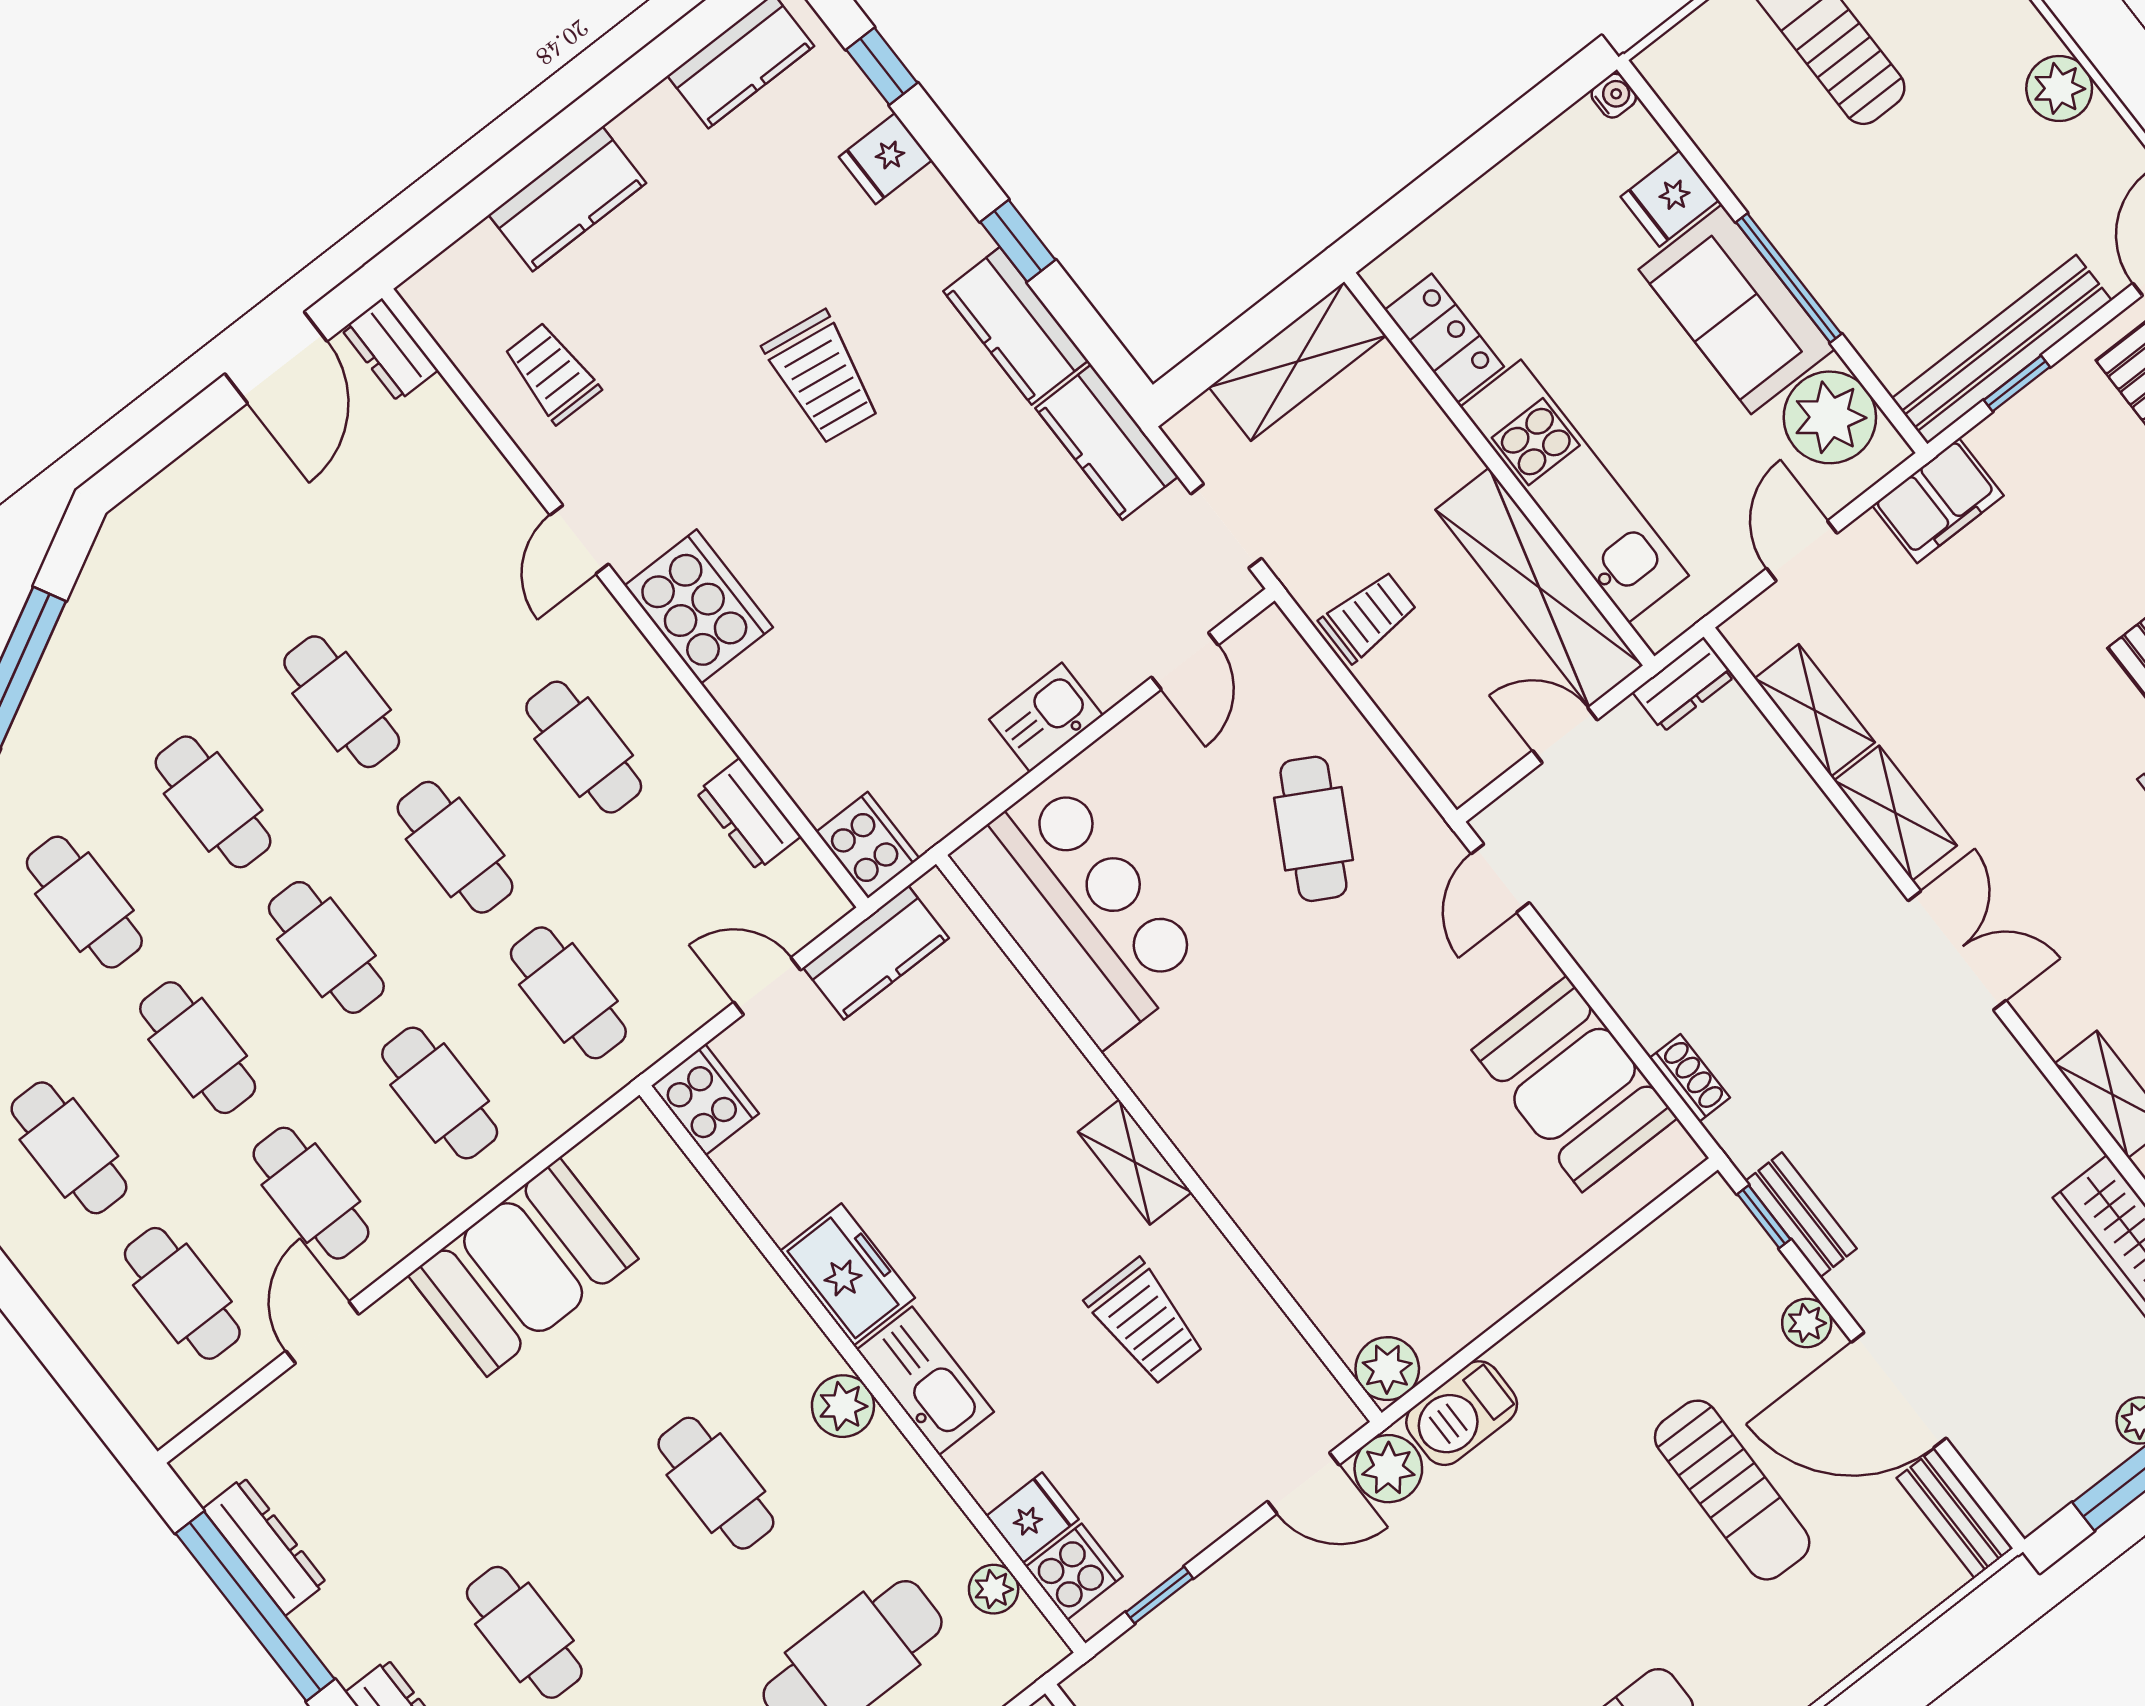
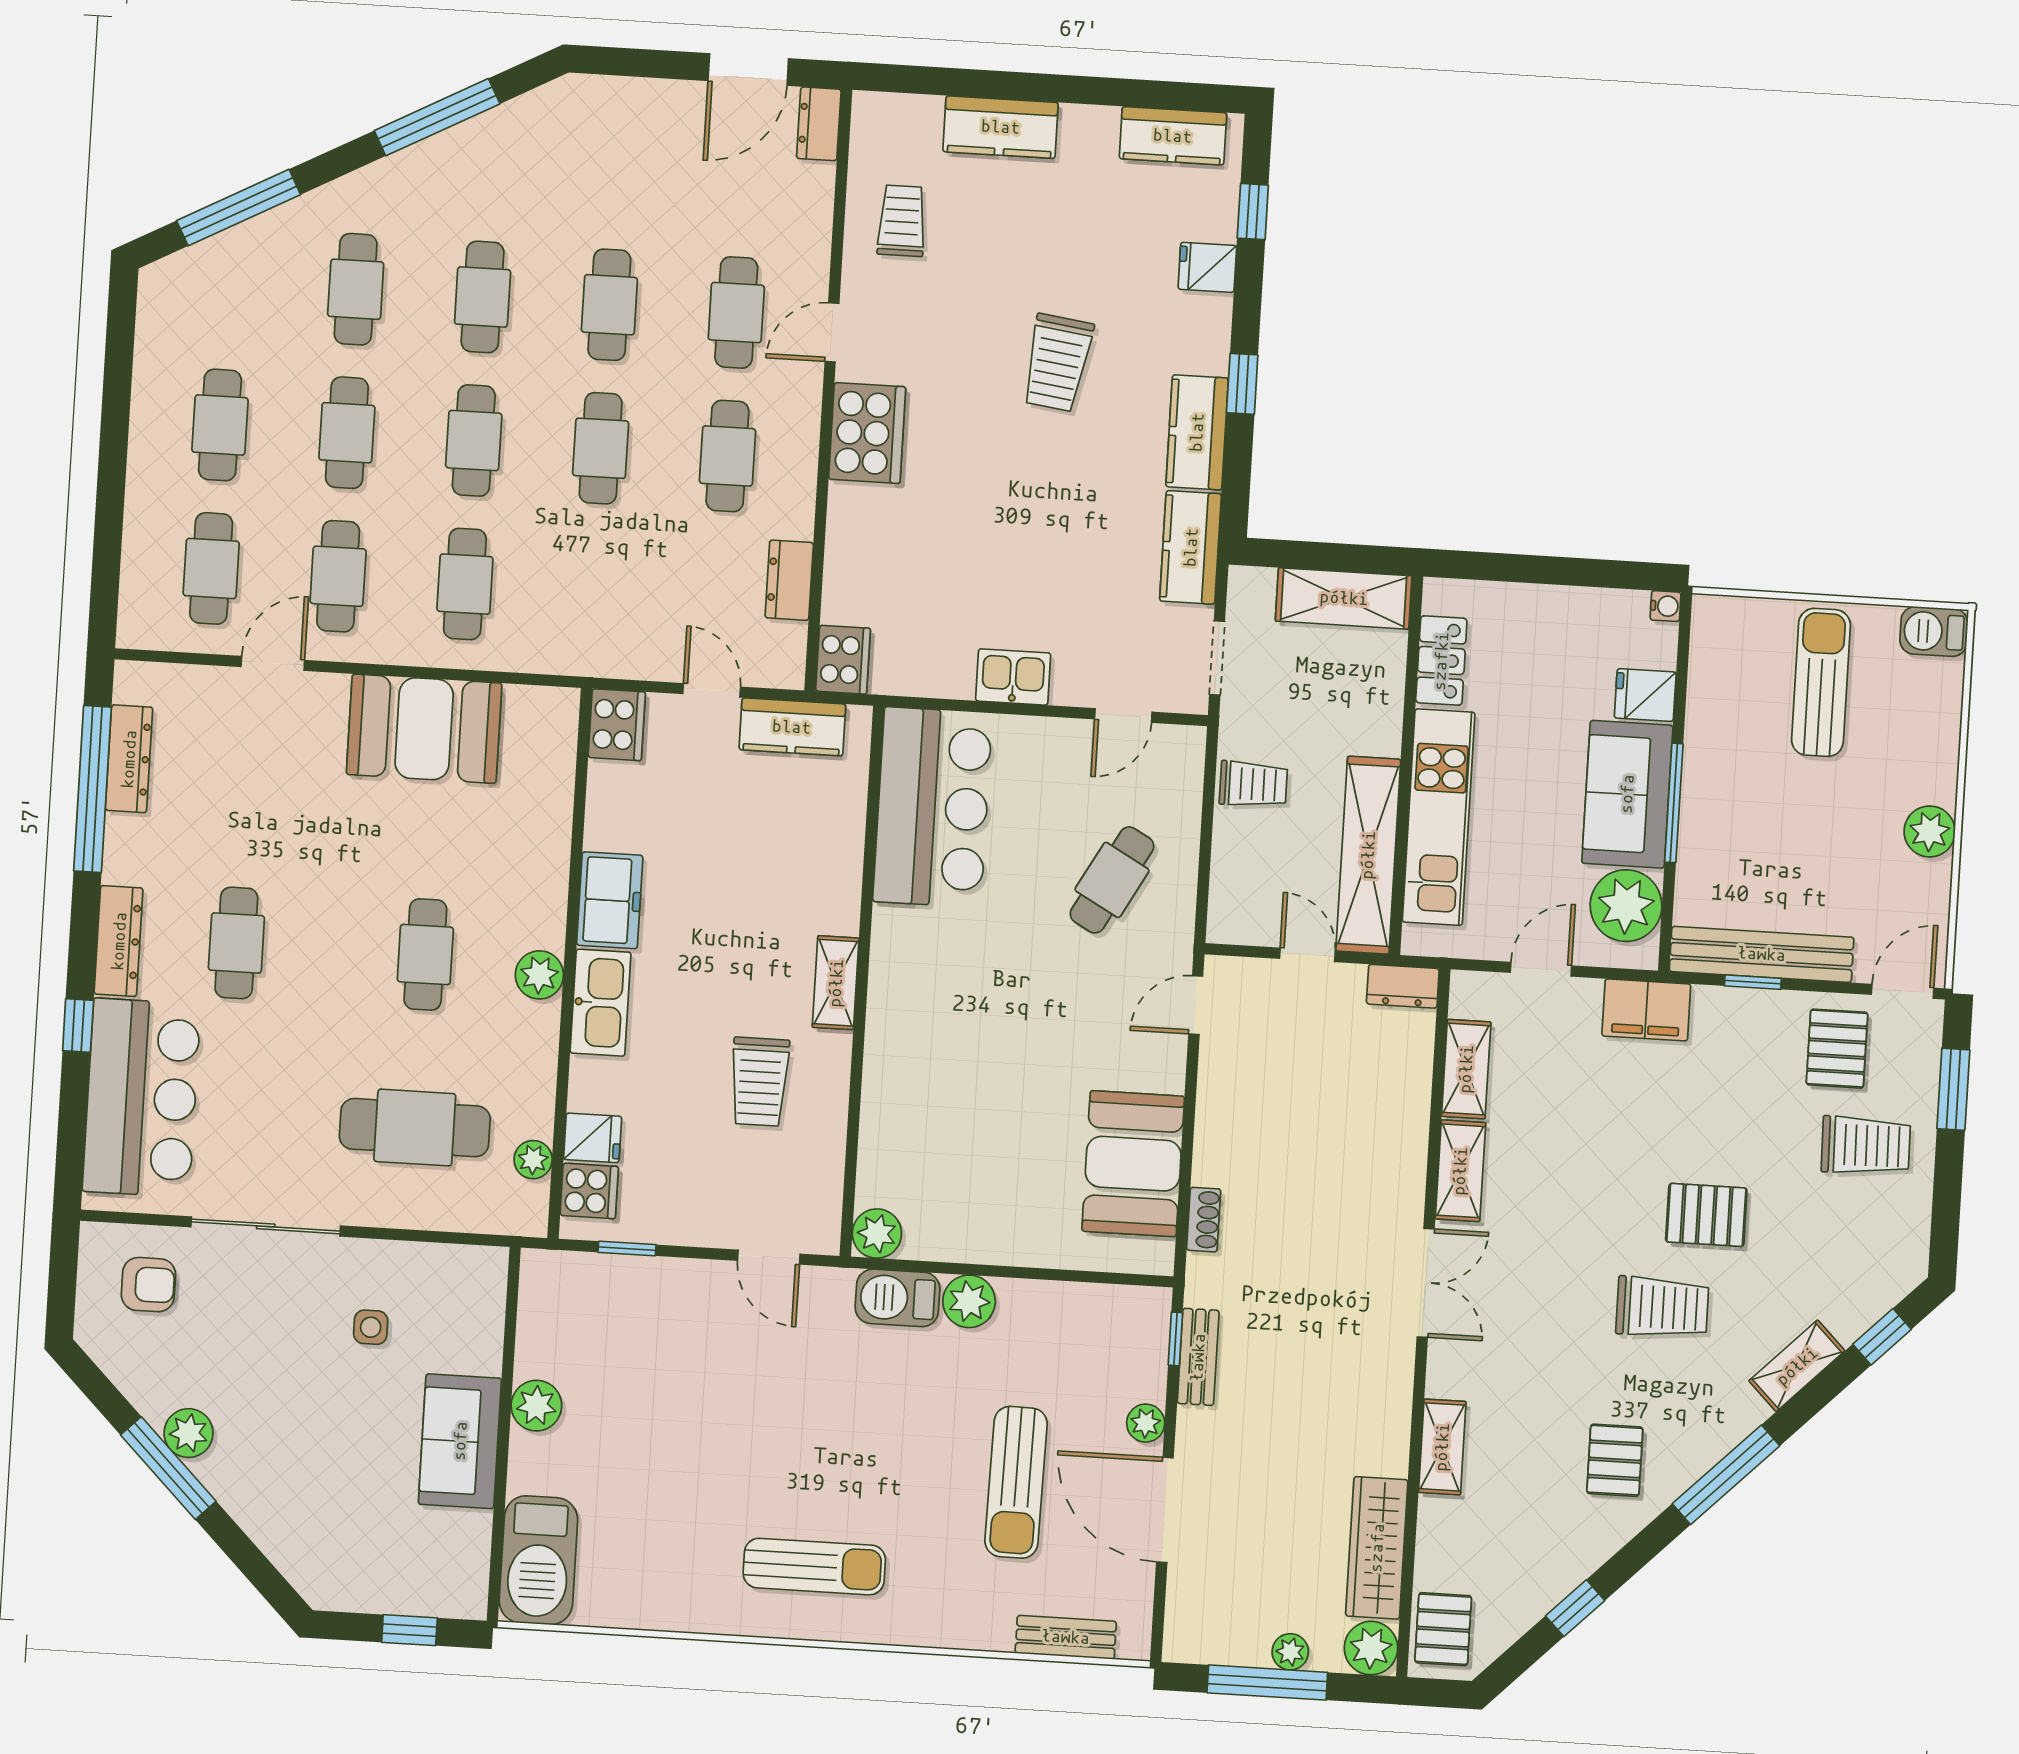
cafe table: (568, 993) -> (736, 312), moved
plant: (1388, 1469) -> (969, 1301), moved
bench: (1955, 1513) -> (1066, 1637), moved, turned 90

